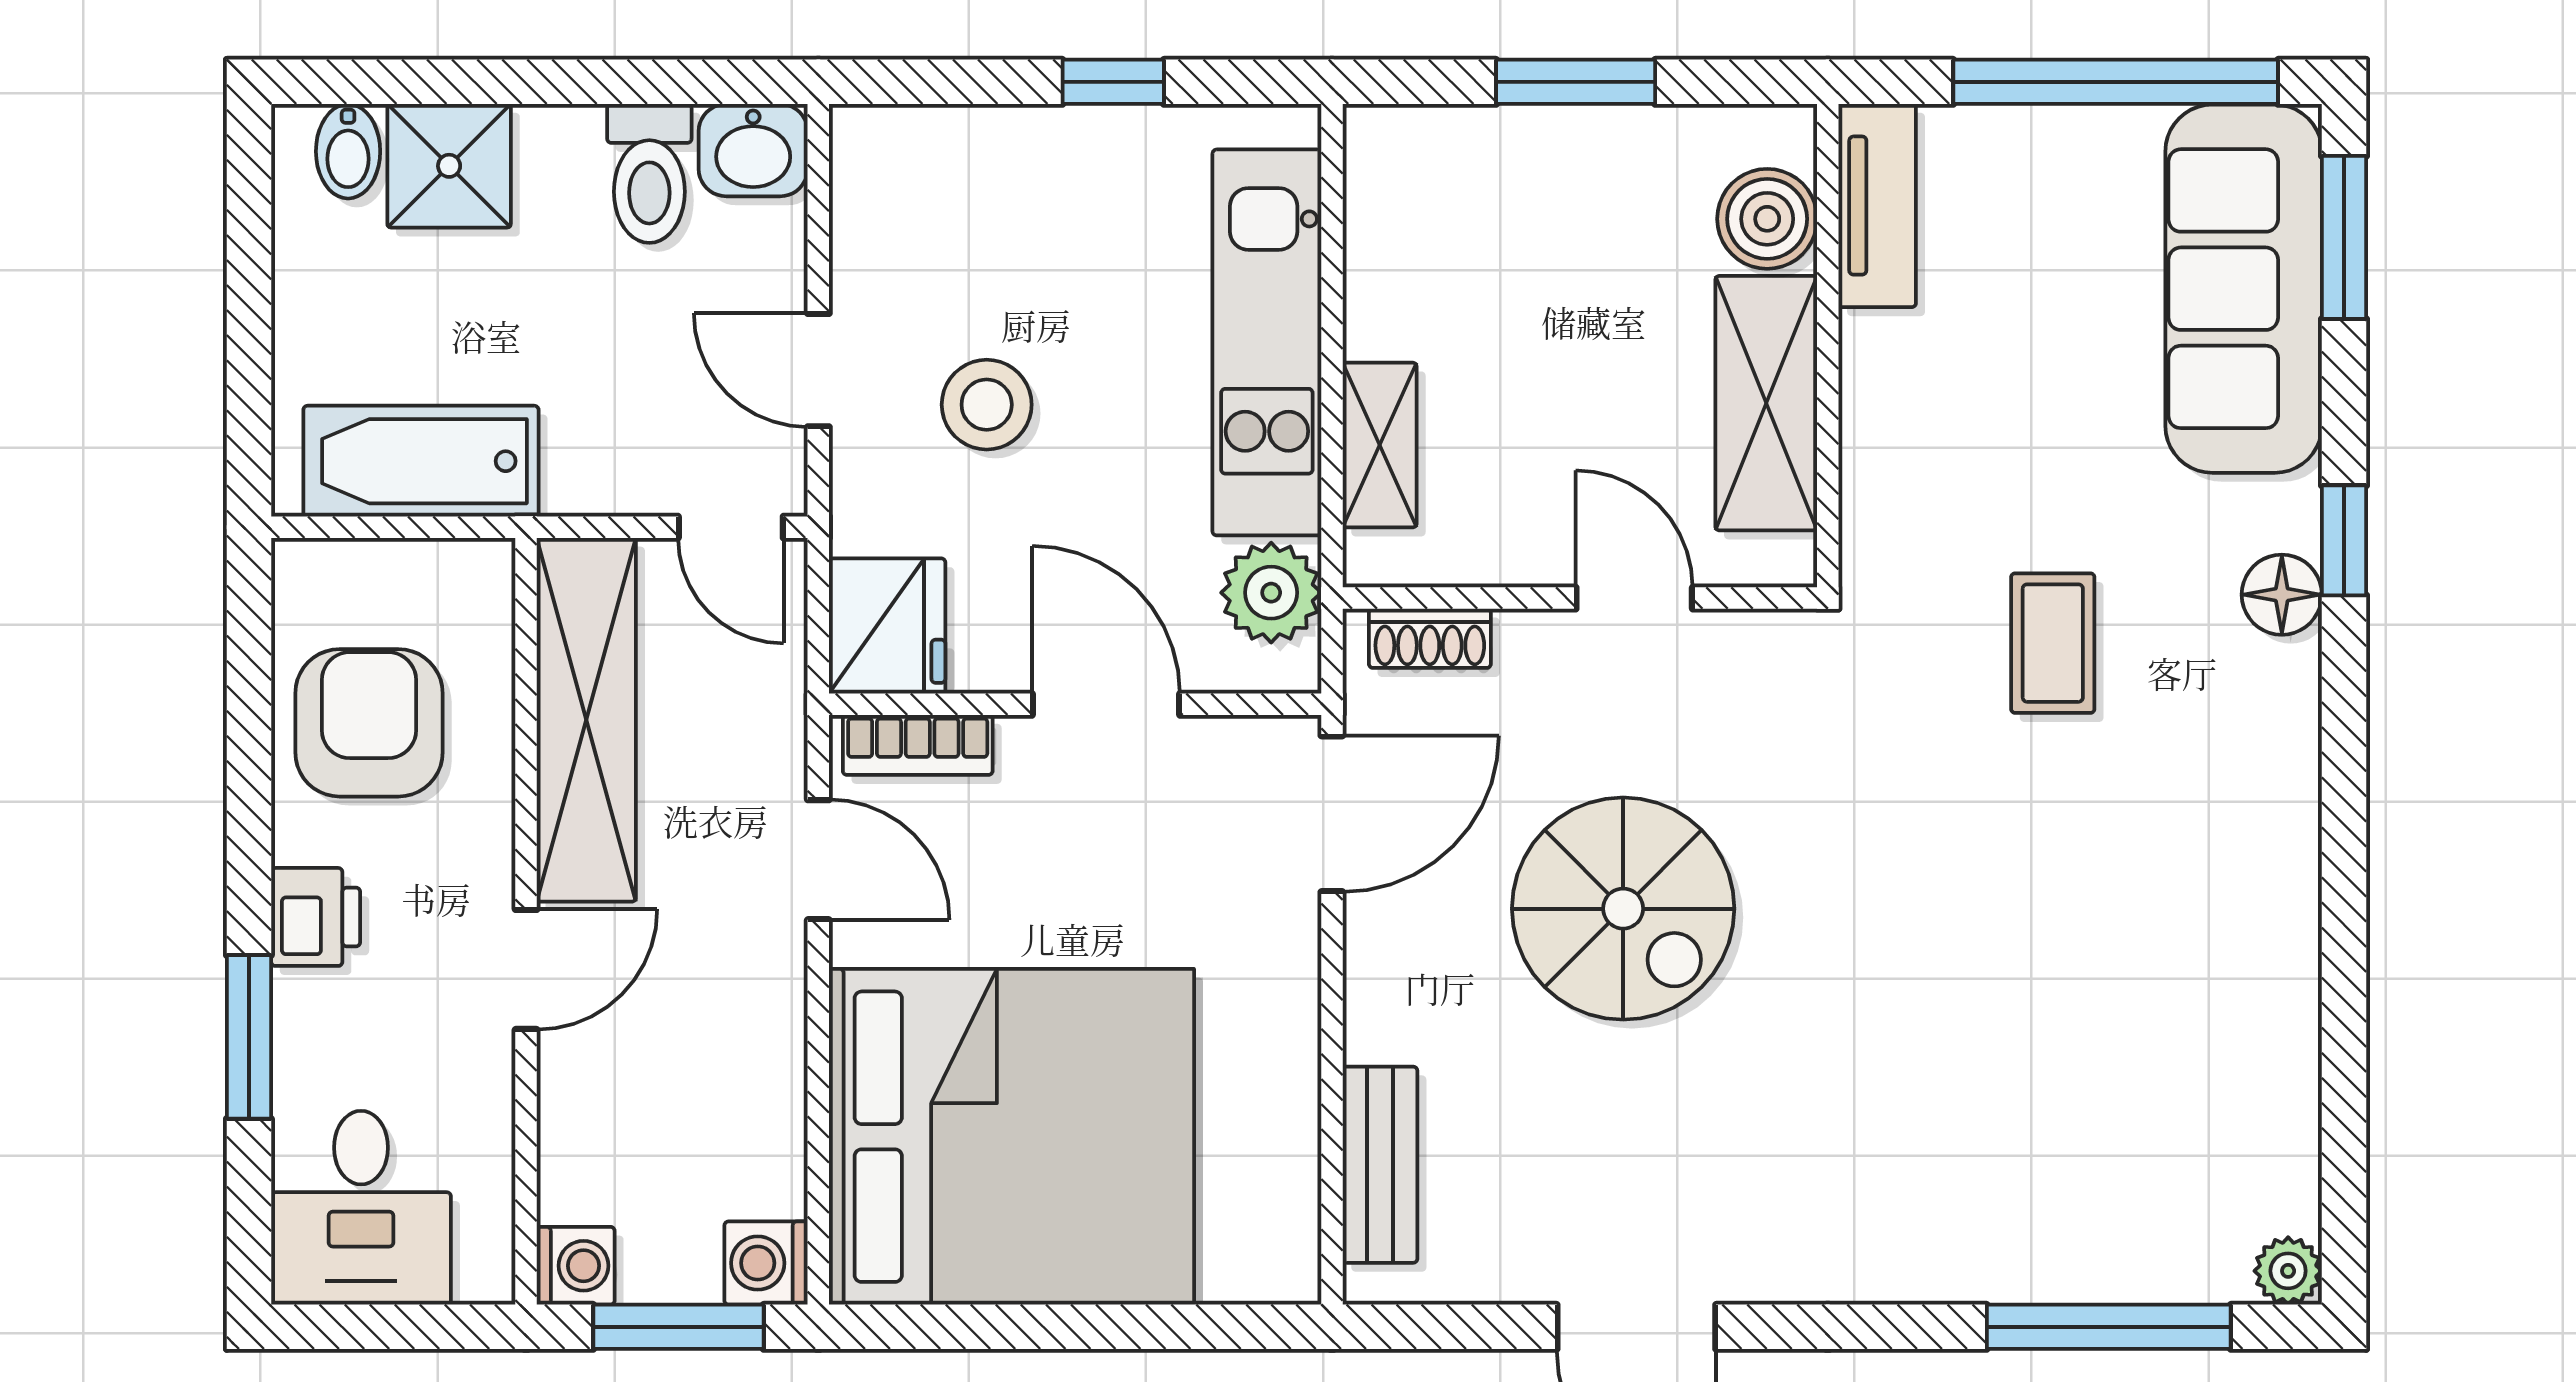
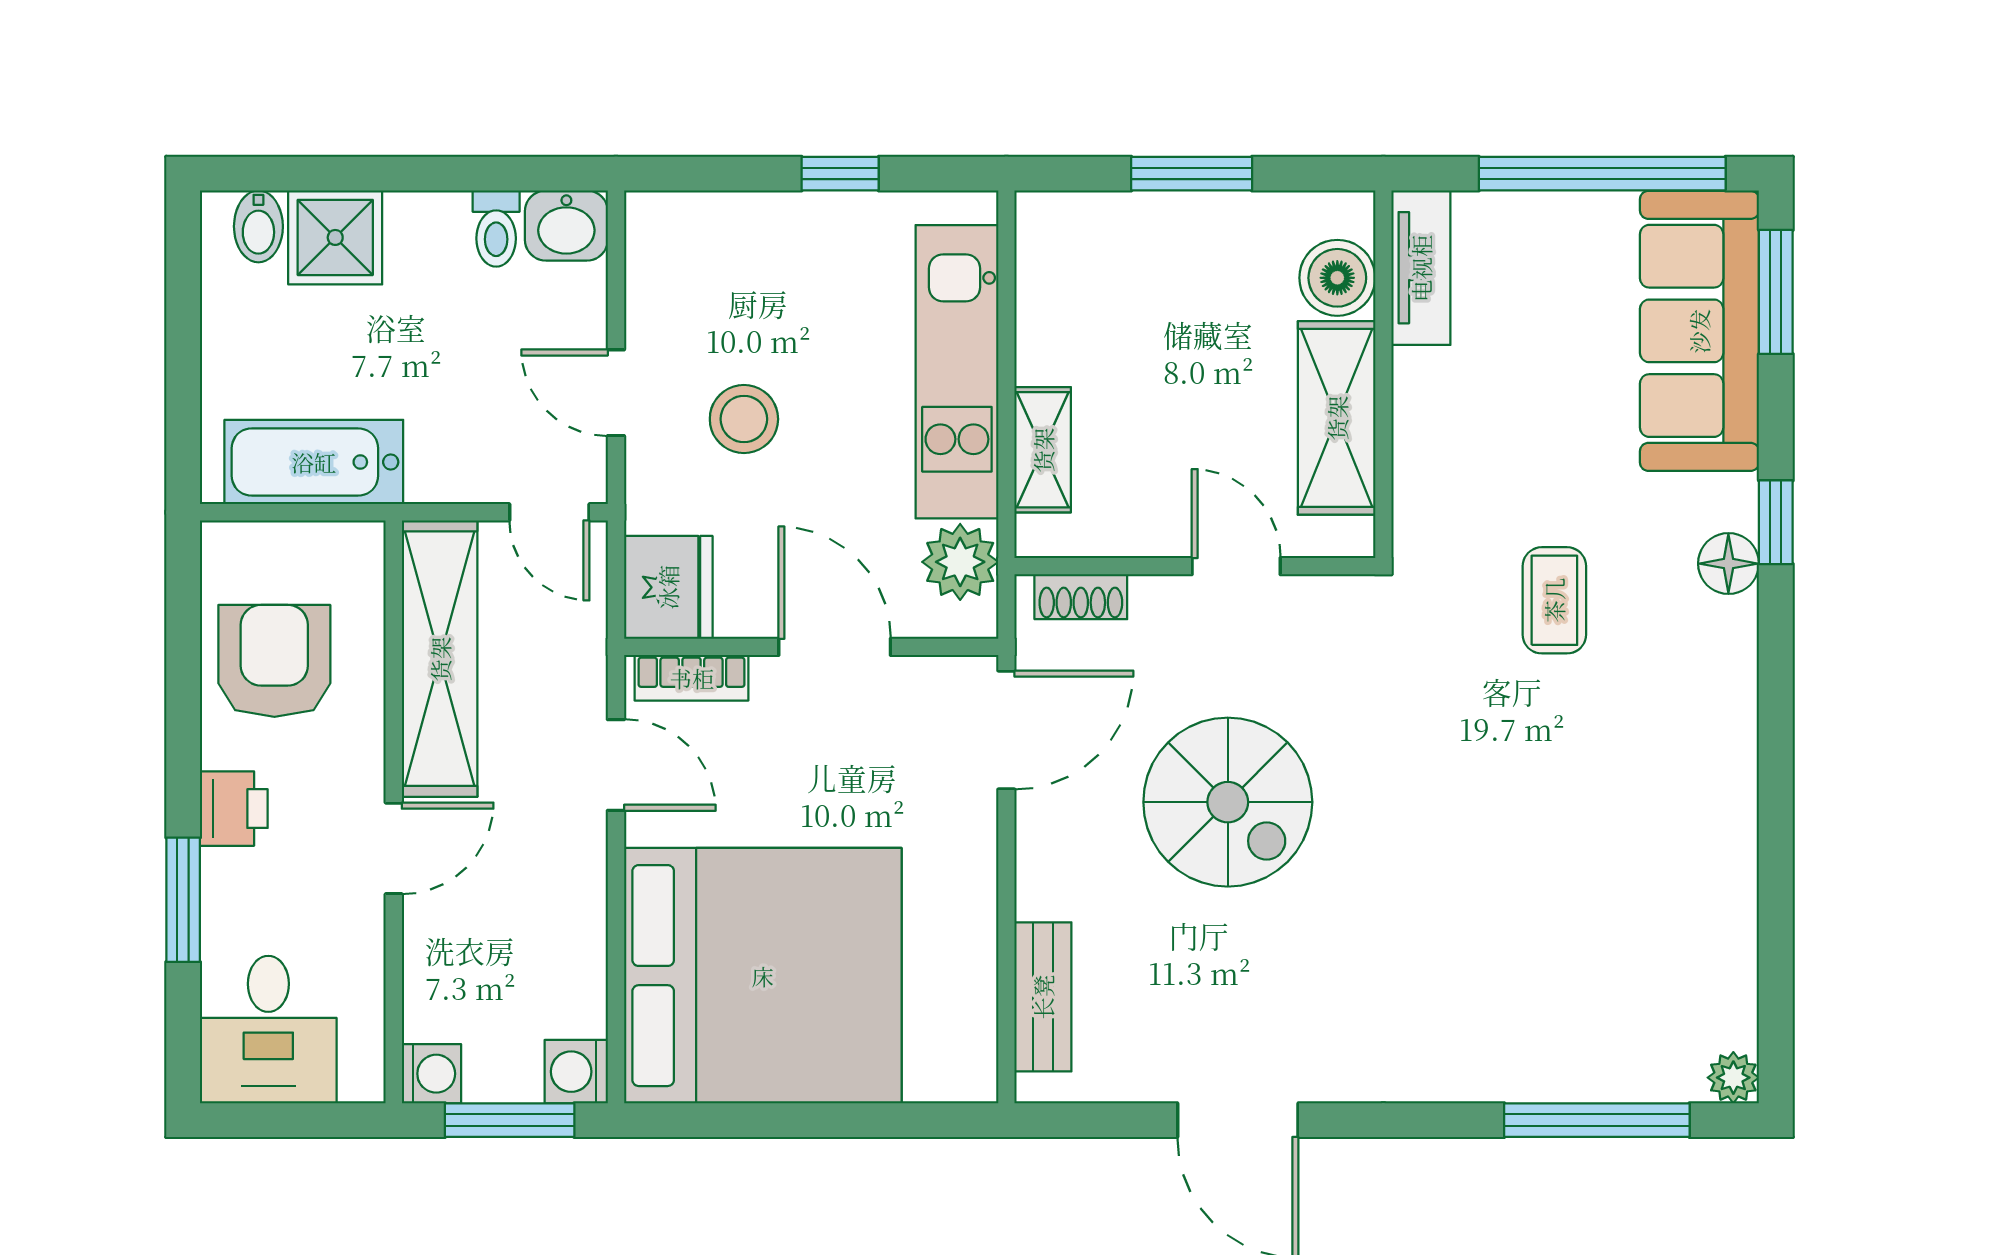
toilet: (649, 173) -> (496, 229), width x0.73, depth x0.72

